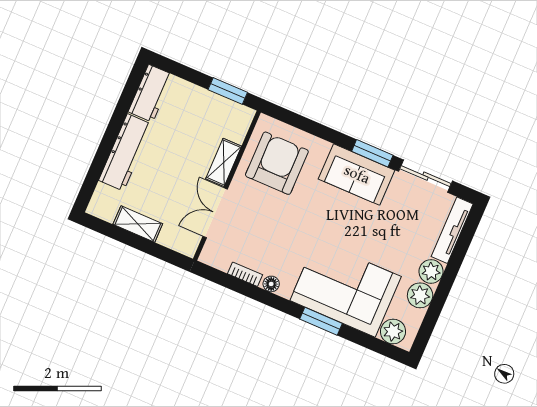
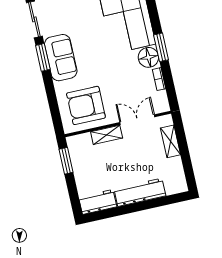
double door: (215, 213) -> (137, 120), swing flipped
shelving: (138, 224) -> (170, 141), moved
floor lamp: (271, 284) -> (148, 57), width x1.89, depth x1.89
window: (321, 321) -> (161, 47), moved

